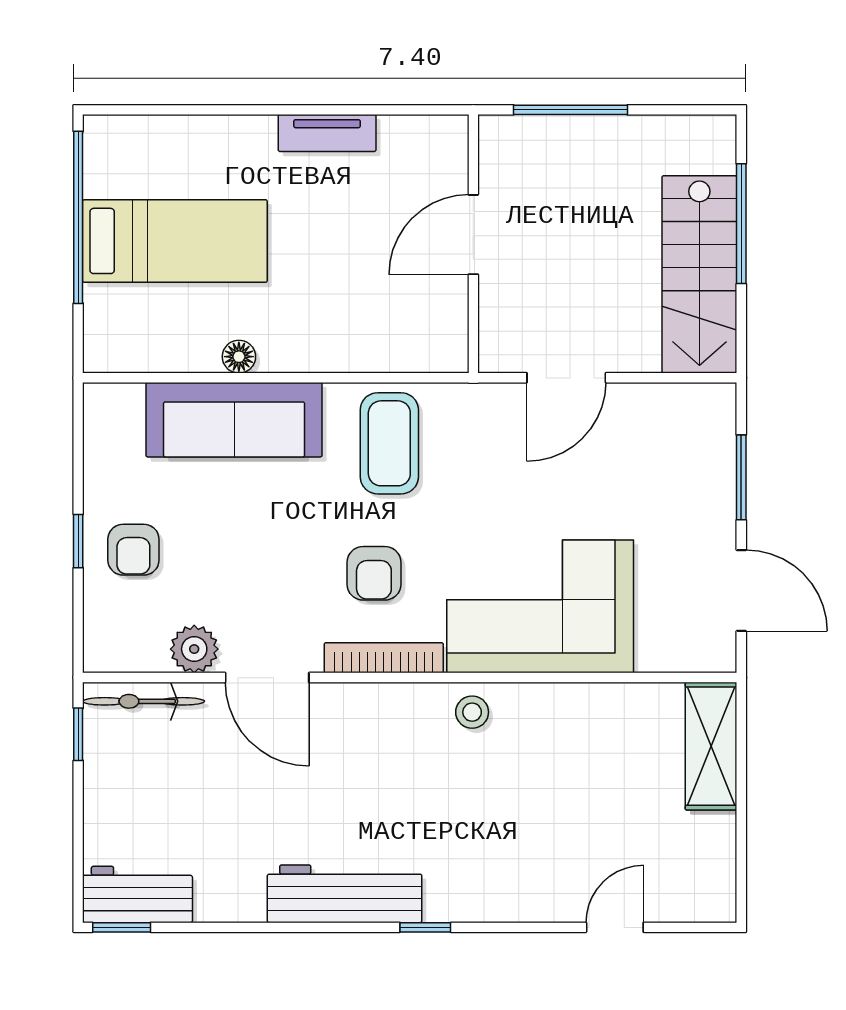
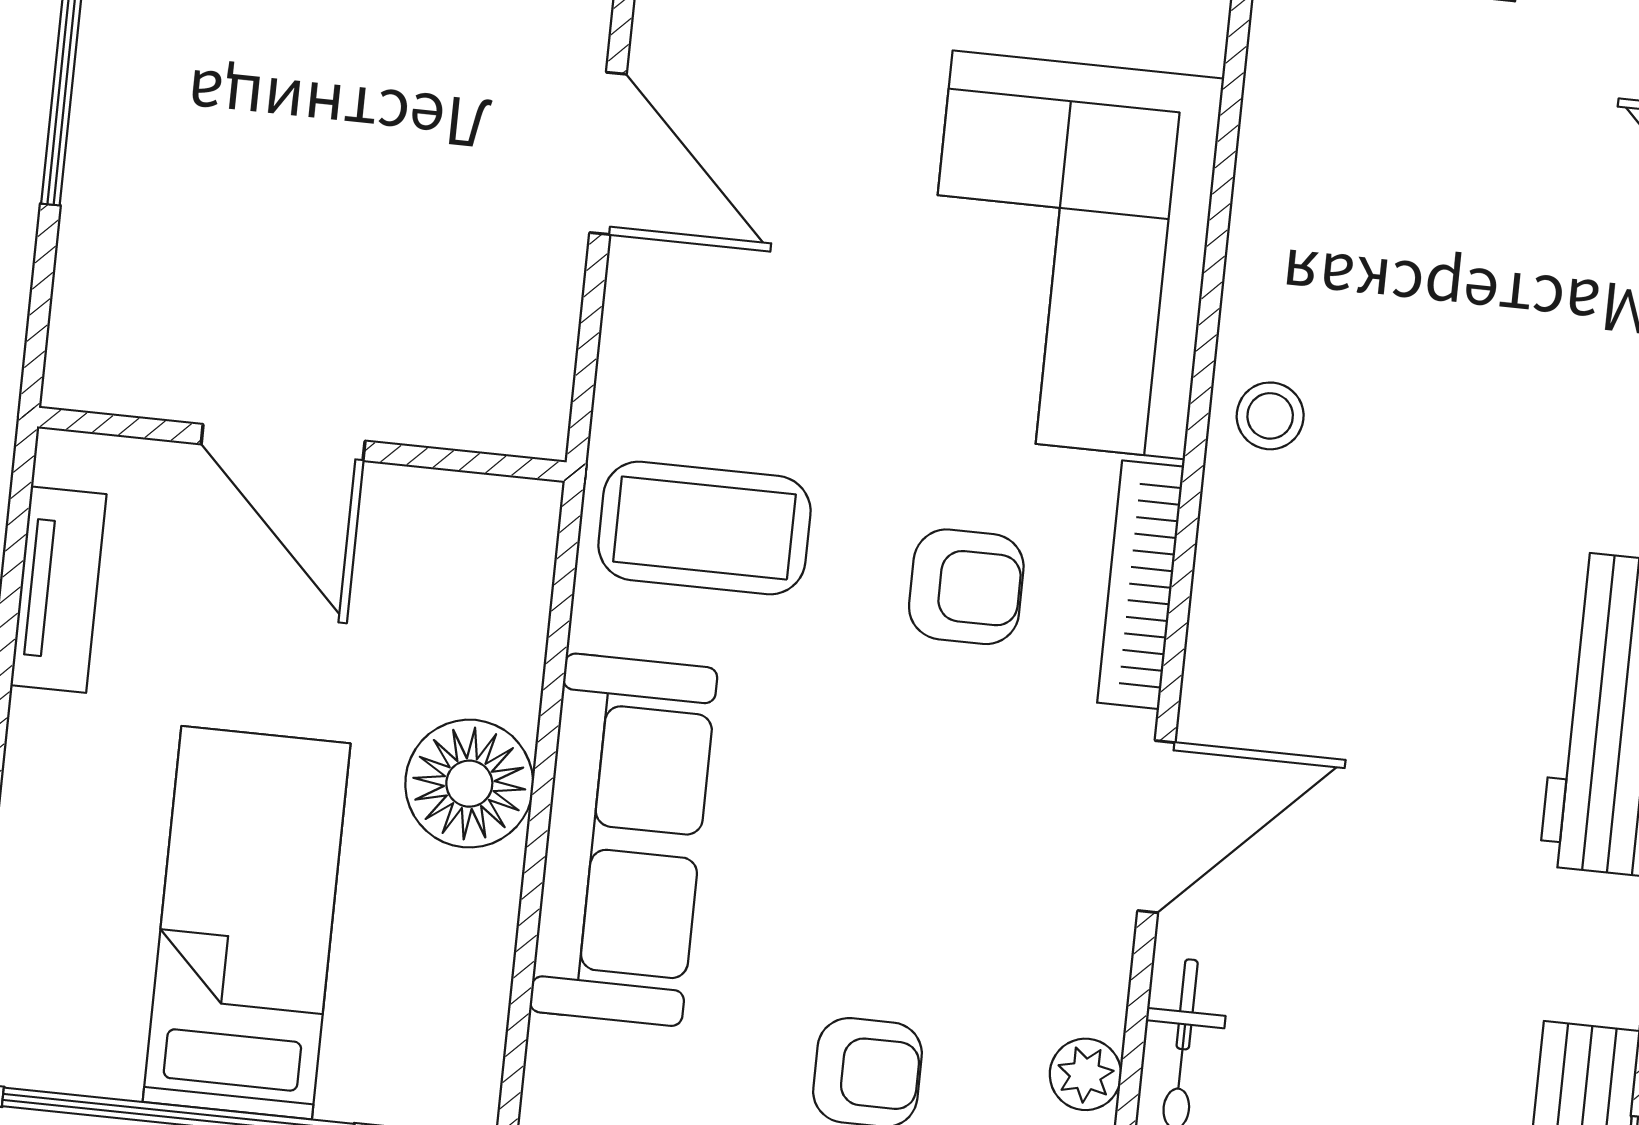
door: (473, 235) -> (283, 442), moved
wall: (473, 244) -> (302, 444), moved
floor lamp: (239, 357) -> (469, 784), width x1.89, depth x1.89
plant: (194, 649) -> (1085, 1074), moved, width x0.73, depth x0.73

